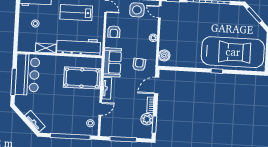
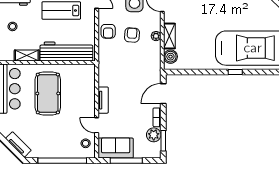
shelving: (164, 38) -> (169, 36), added
sofa: (112, 62) -> (116, 148), moved, turned -90
armchair: (139, 64) -> (132, 35), moved
pool table: (82, 78) -> (48, 93), moved, turned 90
door: (100, 109) -> (97, 125), swing flipped

